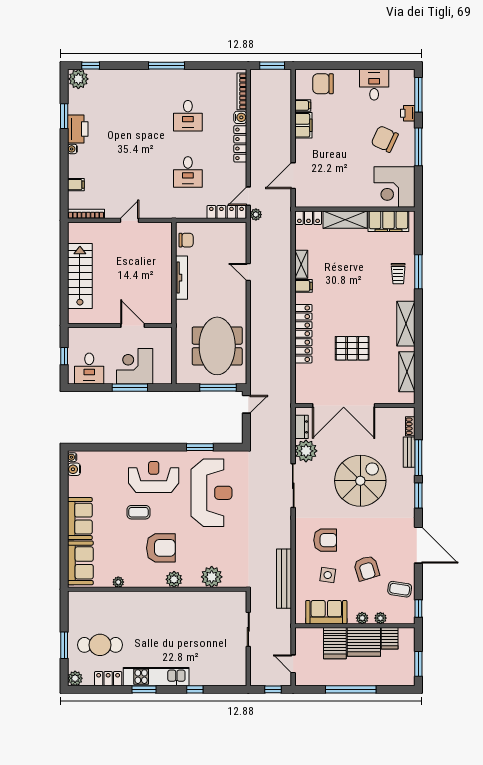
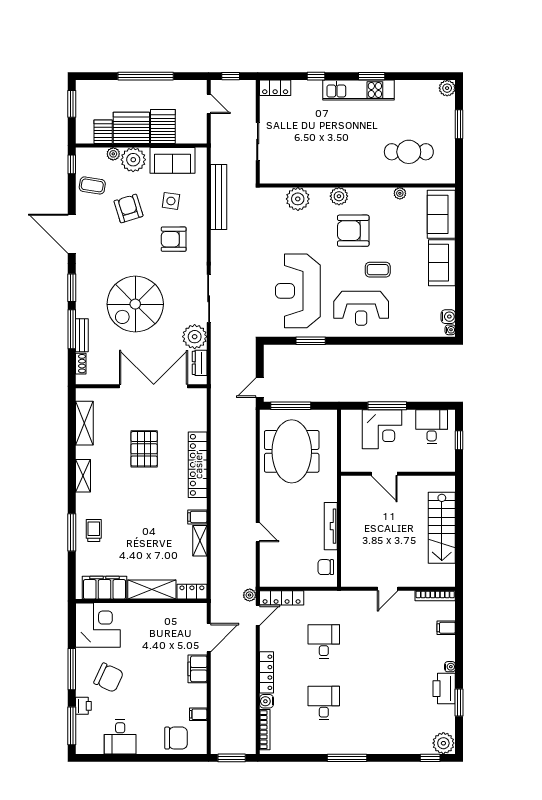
filing cabinet: (303, 125) -> (197, 669), moved
shelving: (406, 324) -> (83, 476), width x0.67, depth x0.75
pallet: (352, 348) -> (144, 449), turned 90
plant: (362, 618) -> (133, 160), width x1.87, depth x1.87
cafe table: (100, 645) -> (409, 152), moved
locker: (108, 679) -> (275, 88), moved

